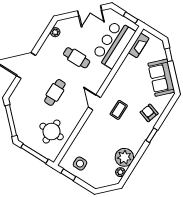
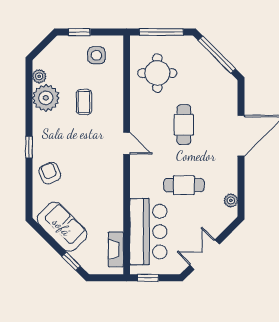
coffee table: (119, 110) -> (84, 102), moved
armchair: (149, 113) -> (50, 173), turned -131
window: (68, 175) -> (79, 32), moved

